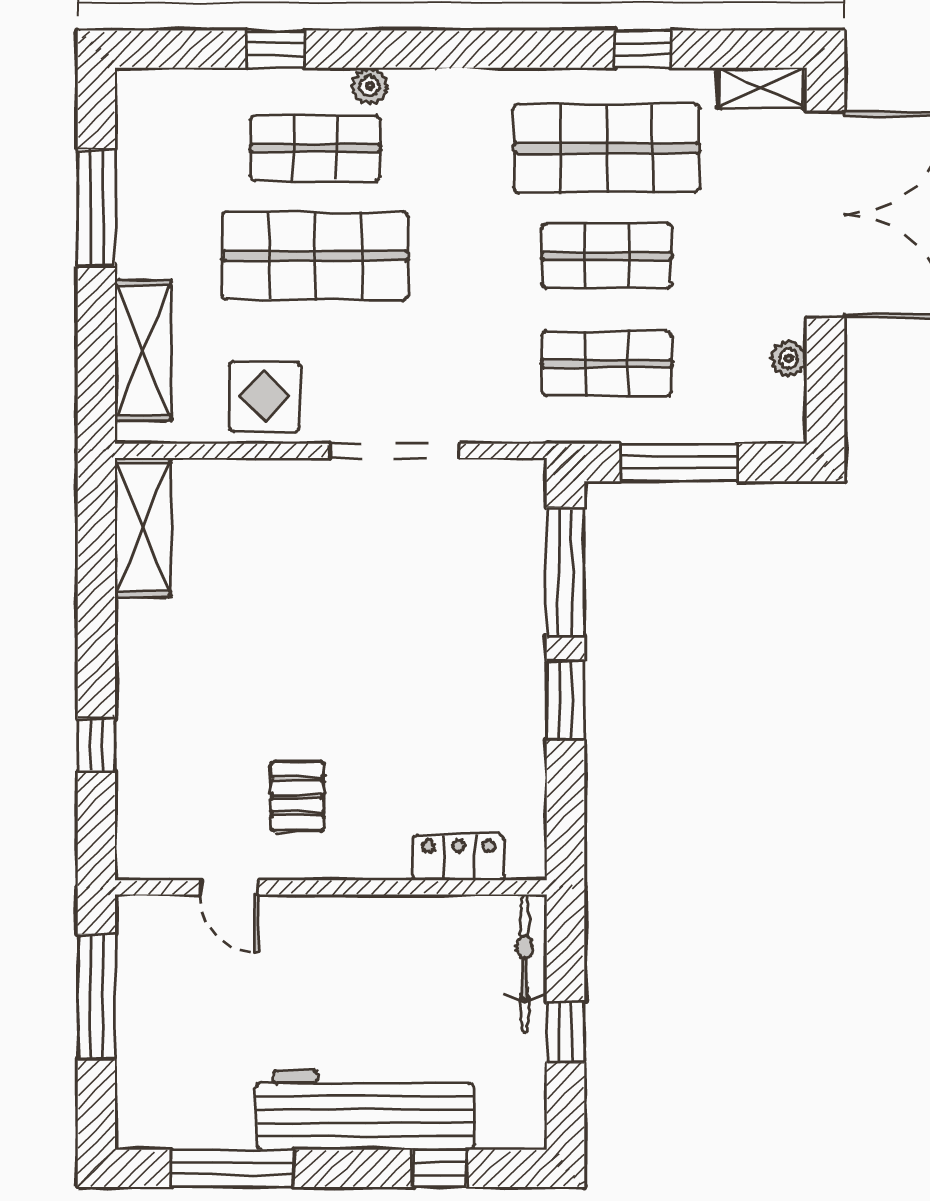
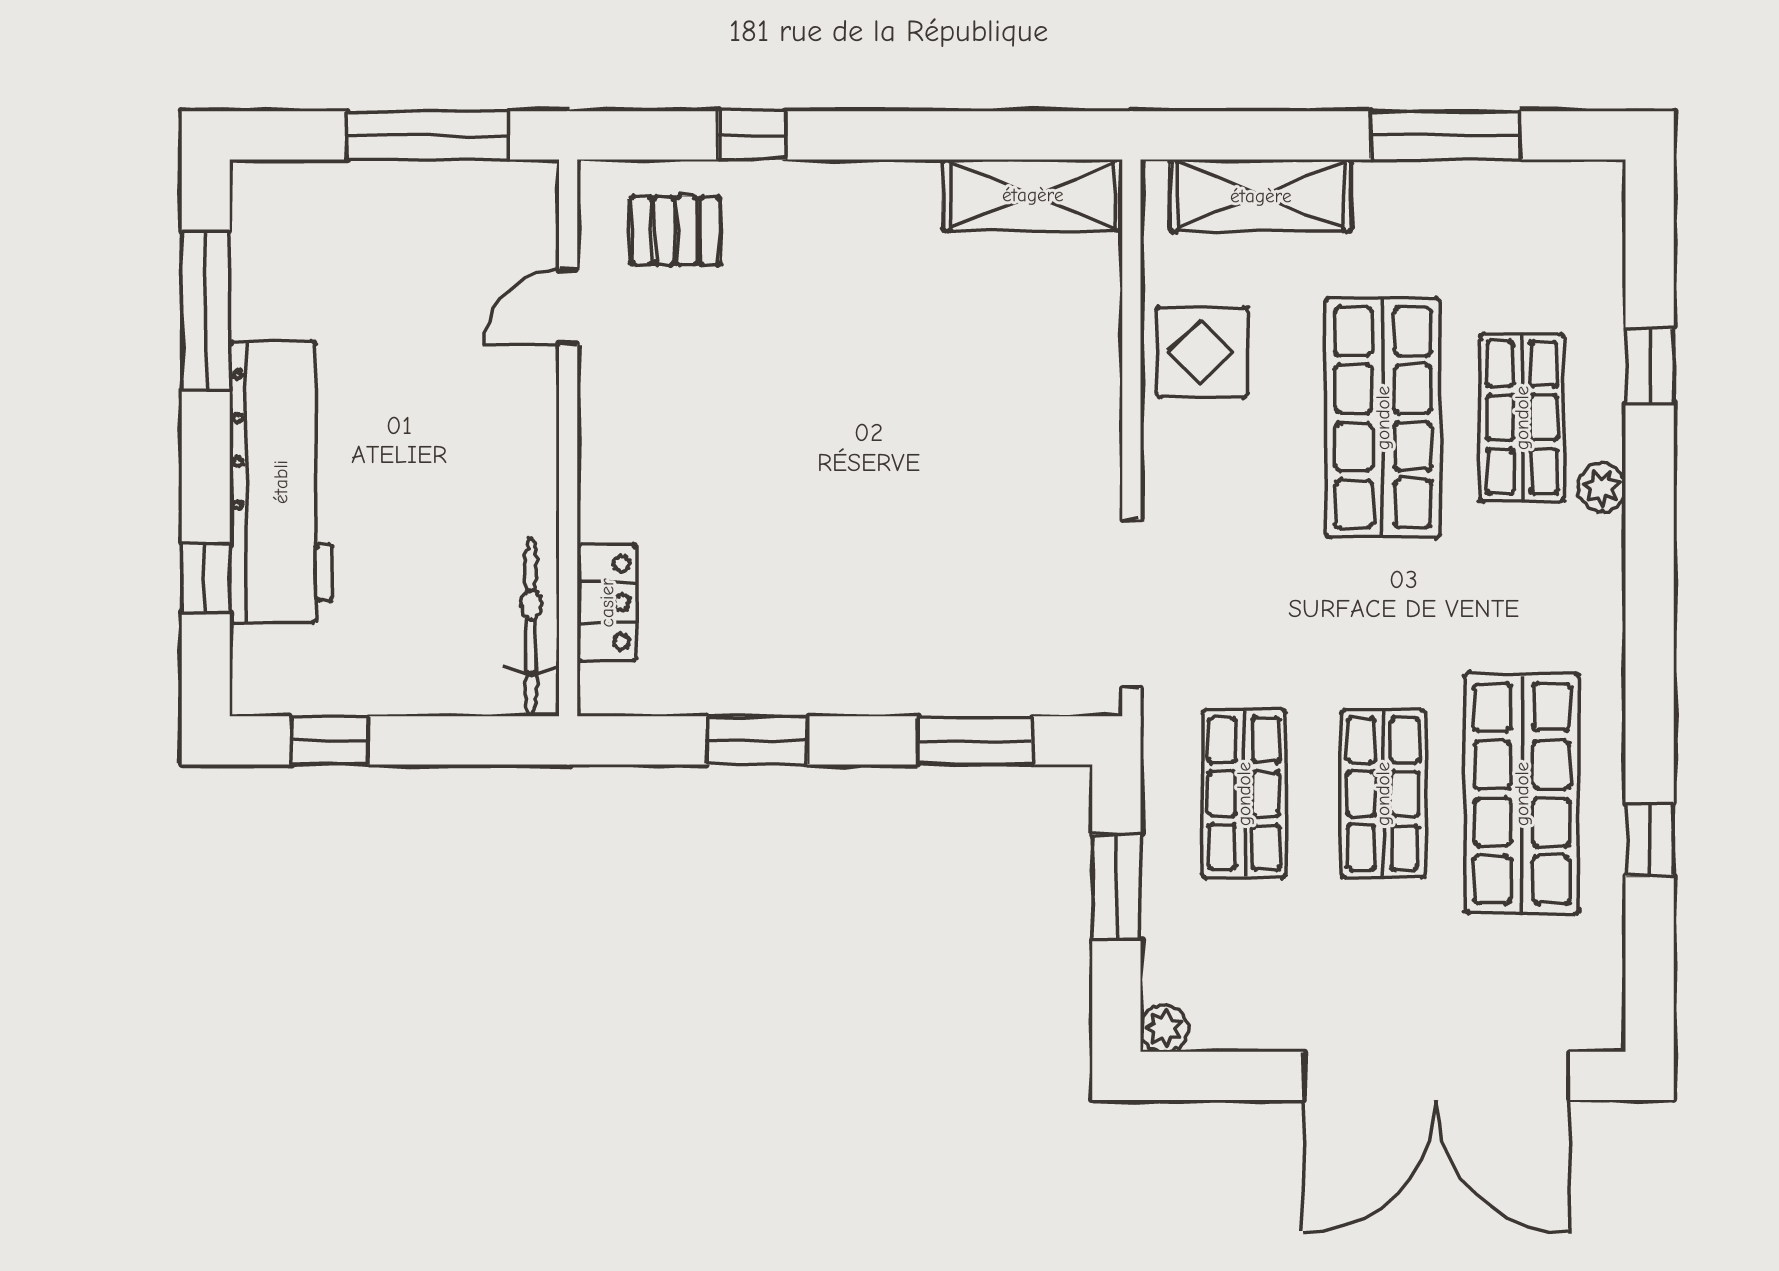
shelving: (762, 88) -> (1599, 994), removed
plant: (789, 359) -> (1164, 1028), moved
doorway: (394, 451) -> (1131, 604), moved
window: (679, 462) -> (1116, 887), width x0.69
window: (565, 572) -> (975, 740), width x0.69
window: (565, 700) -> (757, 740), moved
pallet: (297, 796) -> (676, 231), moved
bicycle: (525, 964) -> (531, 627), moved, turned -90
window: (565, 1032) -> (330, 740), moved

